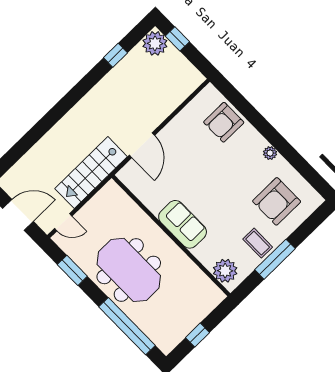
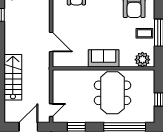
stairs: (91, 173) -> (13, 77), moved, turned 180
meeting table: (129, 270) -> (112, 93), moved, turned 90

